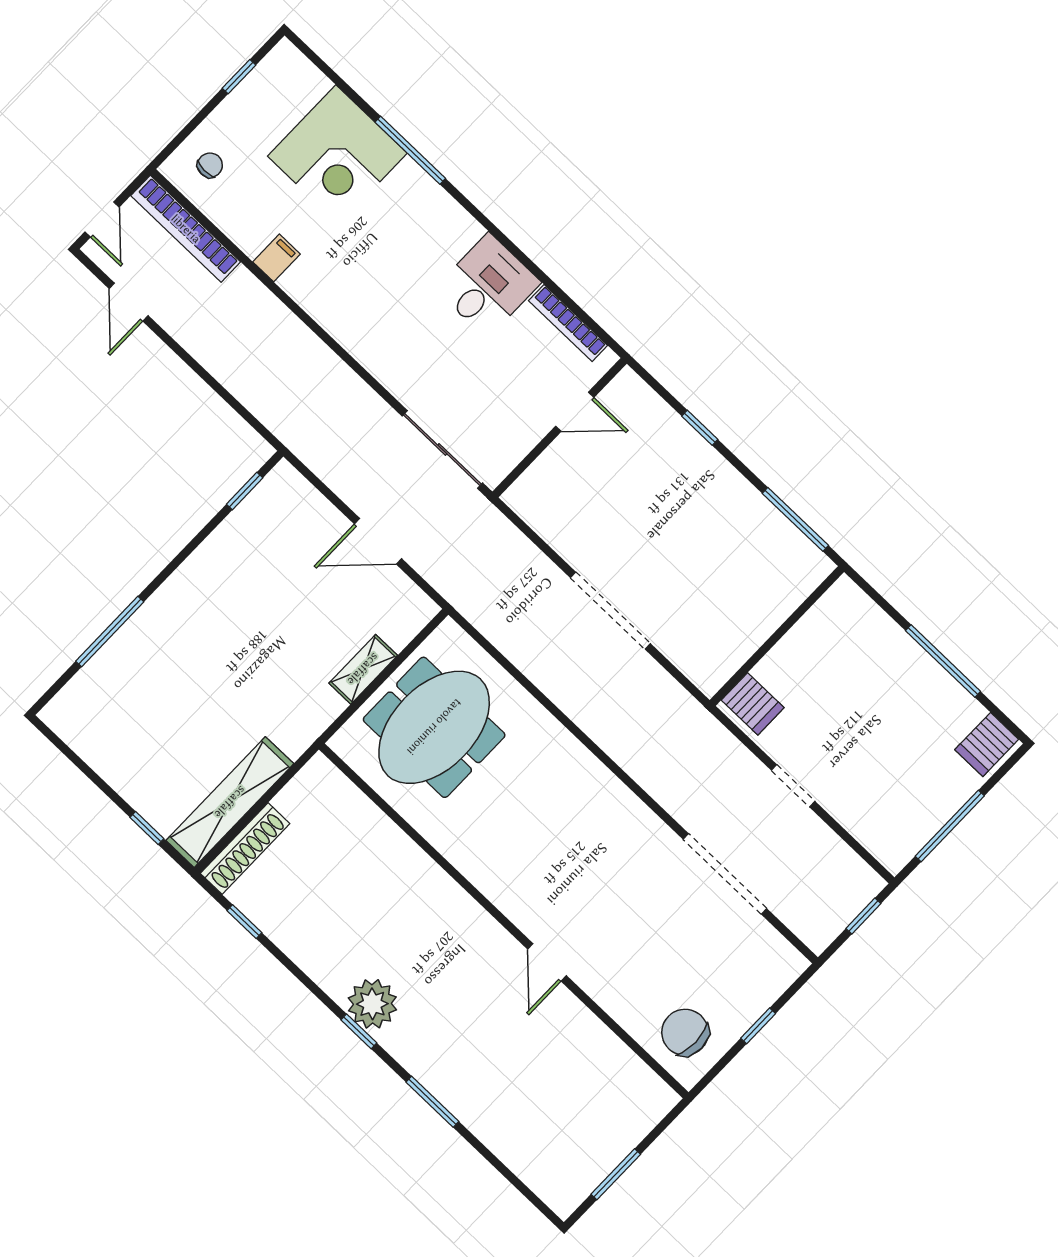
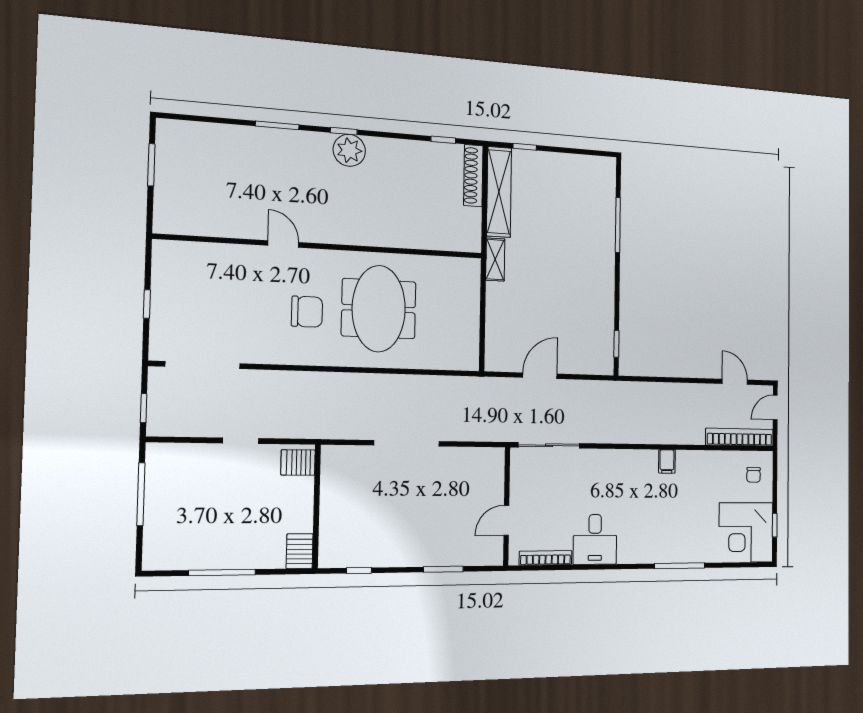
corner desk: (337, 155) -> (746, 532), moved, turned -90
door: (102, 220) -> (775, 407), hinge flipped
filing cabinet: (277, 258) -> (667, 461), moved
window: (700, 428) -> (443, 569), width x1.50
window: (795, 519) -> (359, 570), width x0.46
shelving: (363, 669) -> (495, 260), moved
meeting table: (434, 727) -> (379, 309), moved
server rack: (987, 745) -> (300, 551), moved
doorway: (725, 874) -> (203, 365), moved
chair: (685, 1032) -> (307, 312), moved

